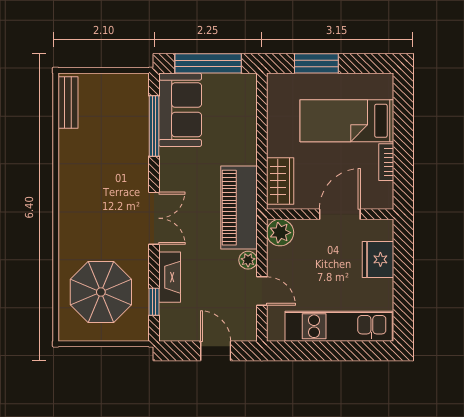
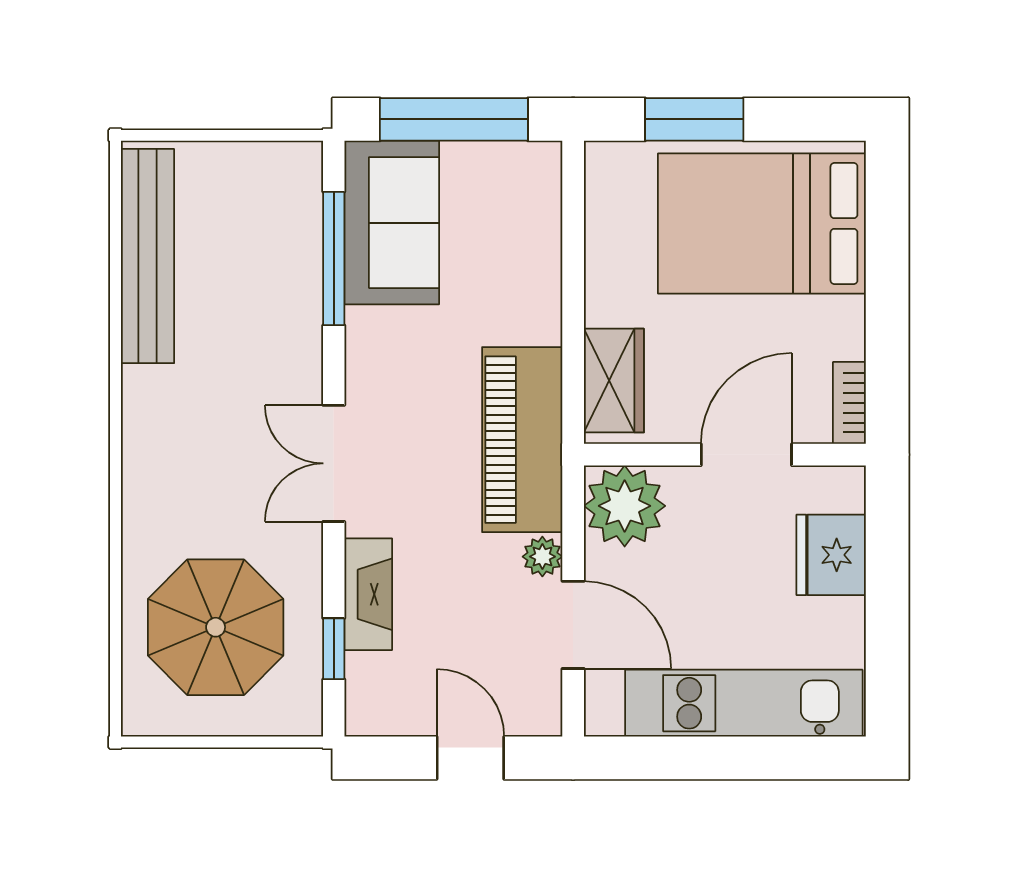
bench: (68, 103) -> (147, 256), width x1.86, depth x1.21
bed: (347, 121) -> (762, 223), width x1.50
bookcase: (386, 162) -> (849, 403), moved
double door: (154, 218) -> (334, 463), swing flipped
plant: (280, 233) -> (625, 506), width x1.36, depth x1.36
door: (262, 291) -> (573, 625), width x1.38

